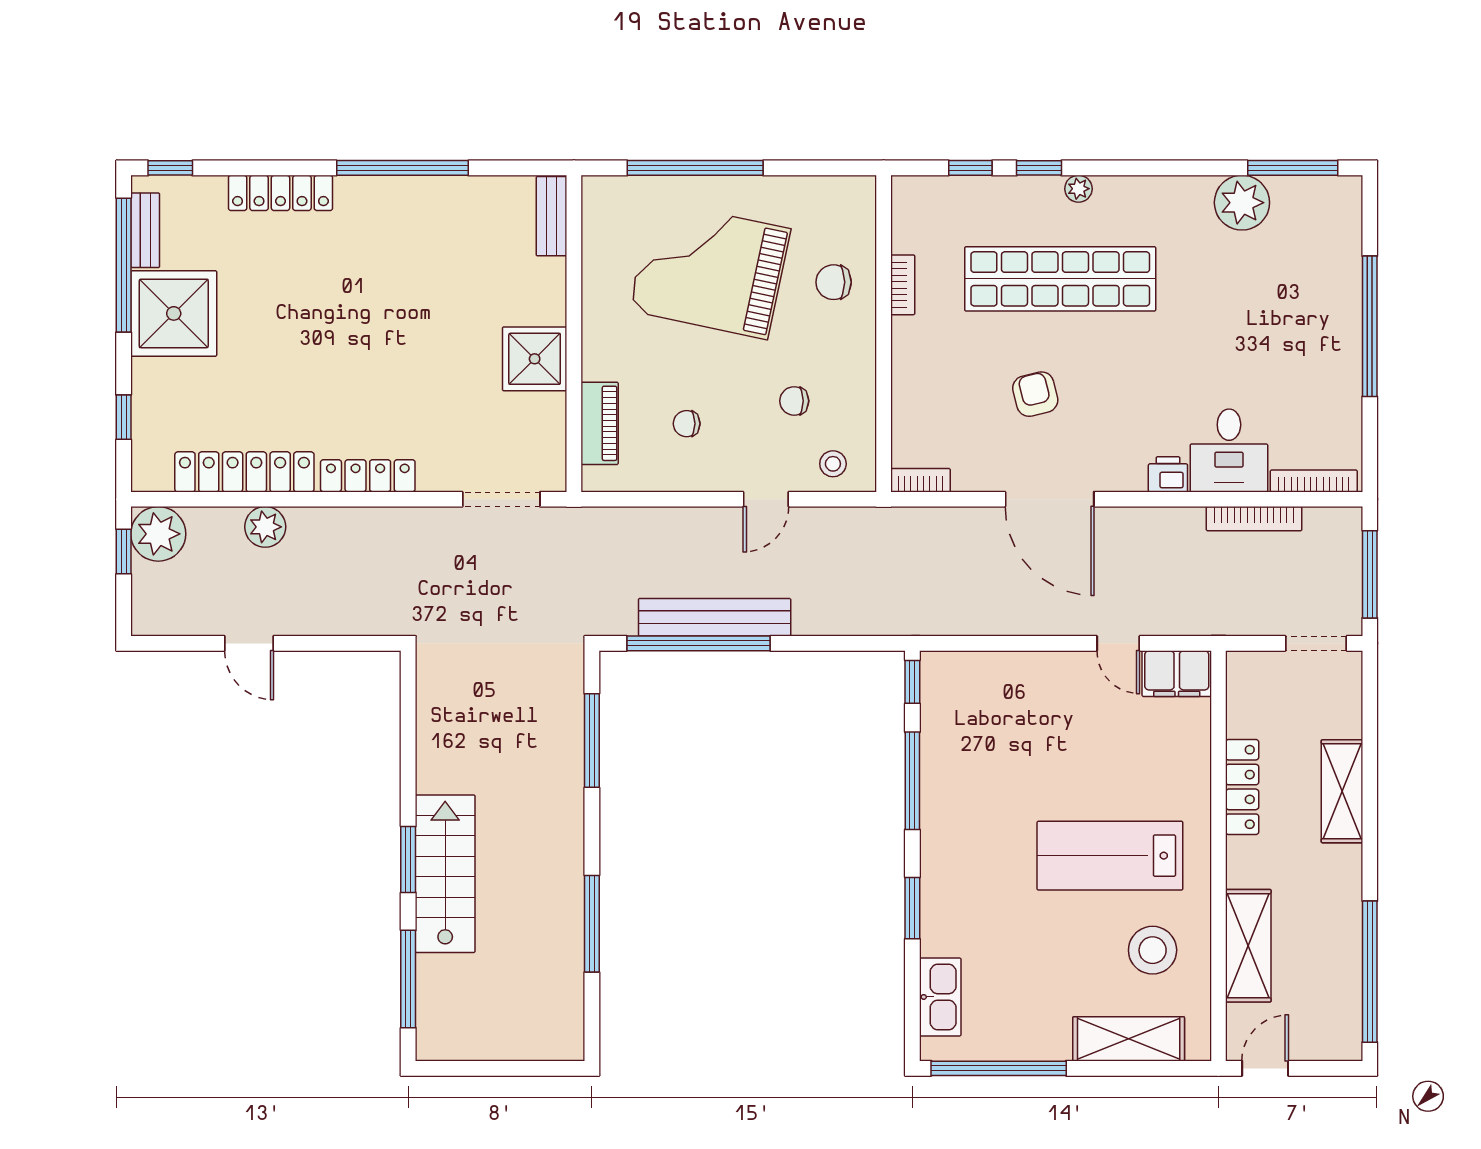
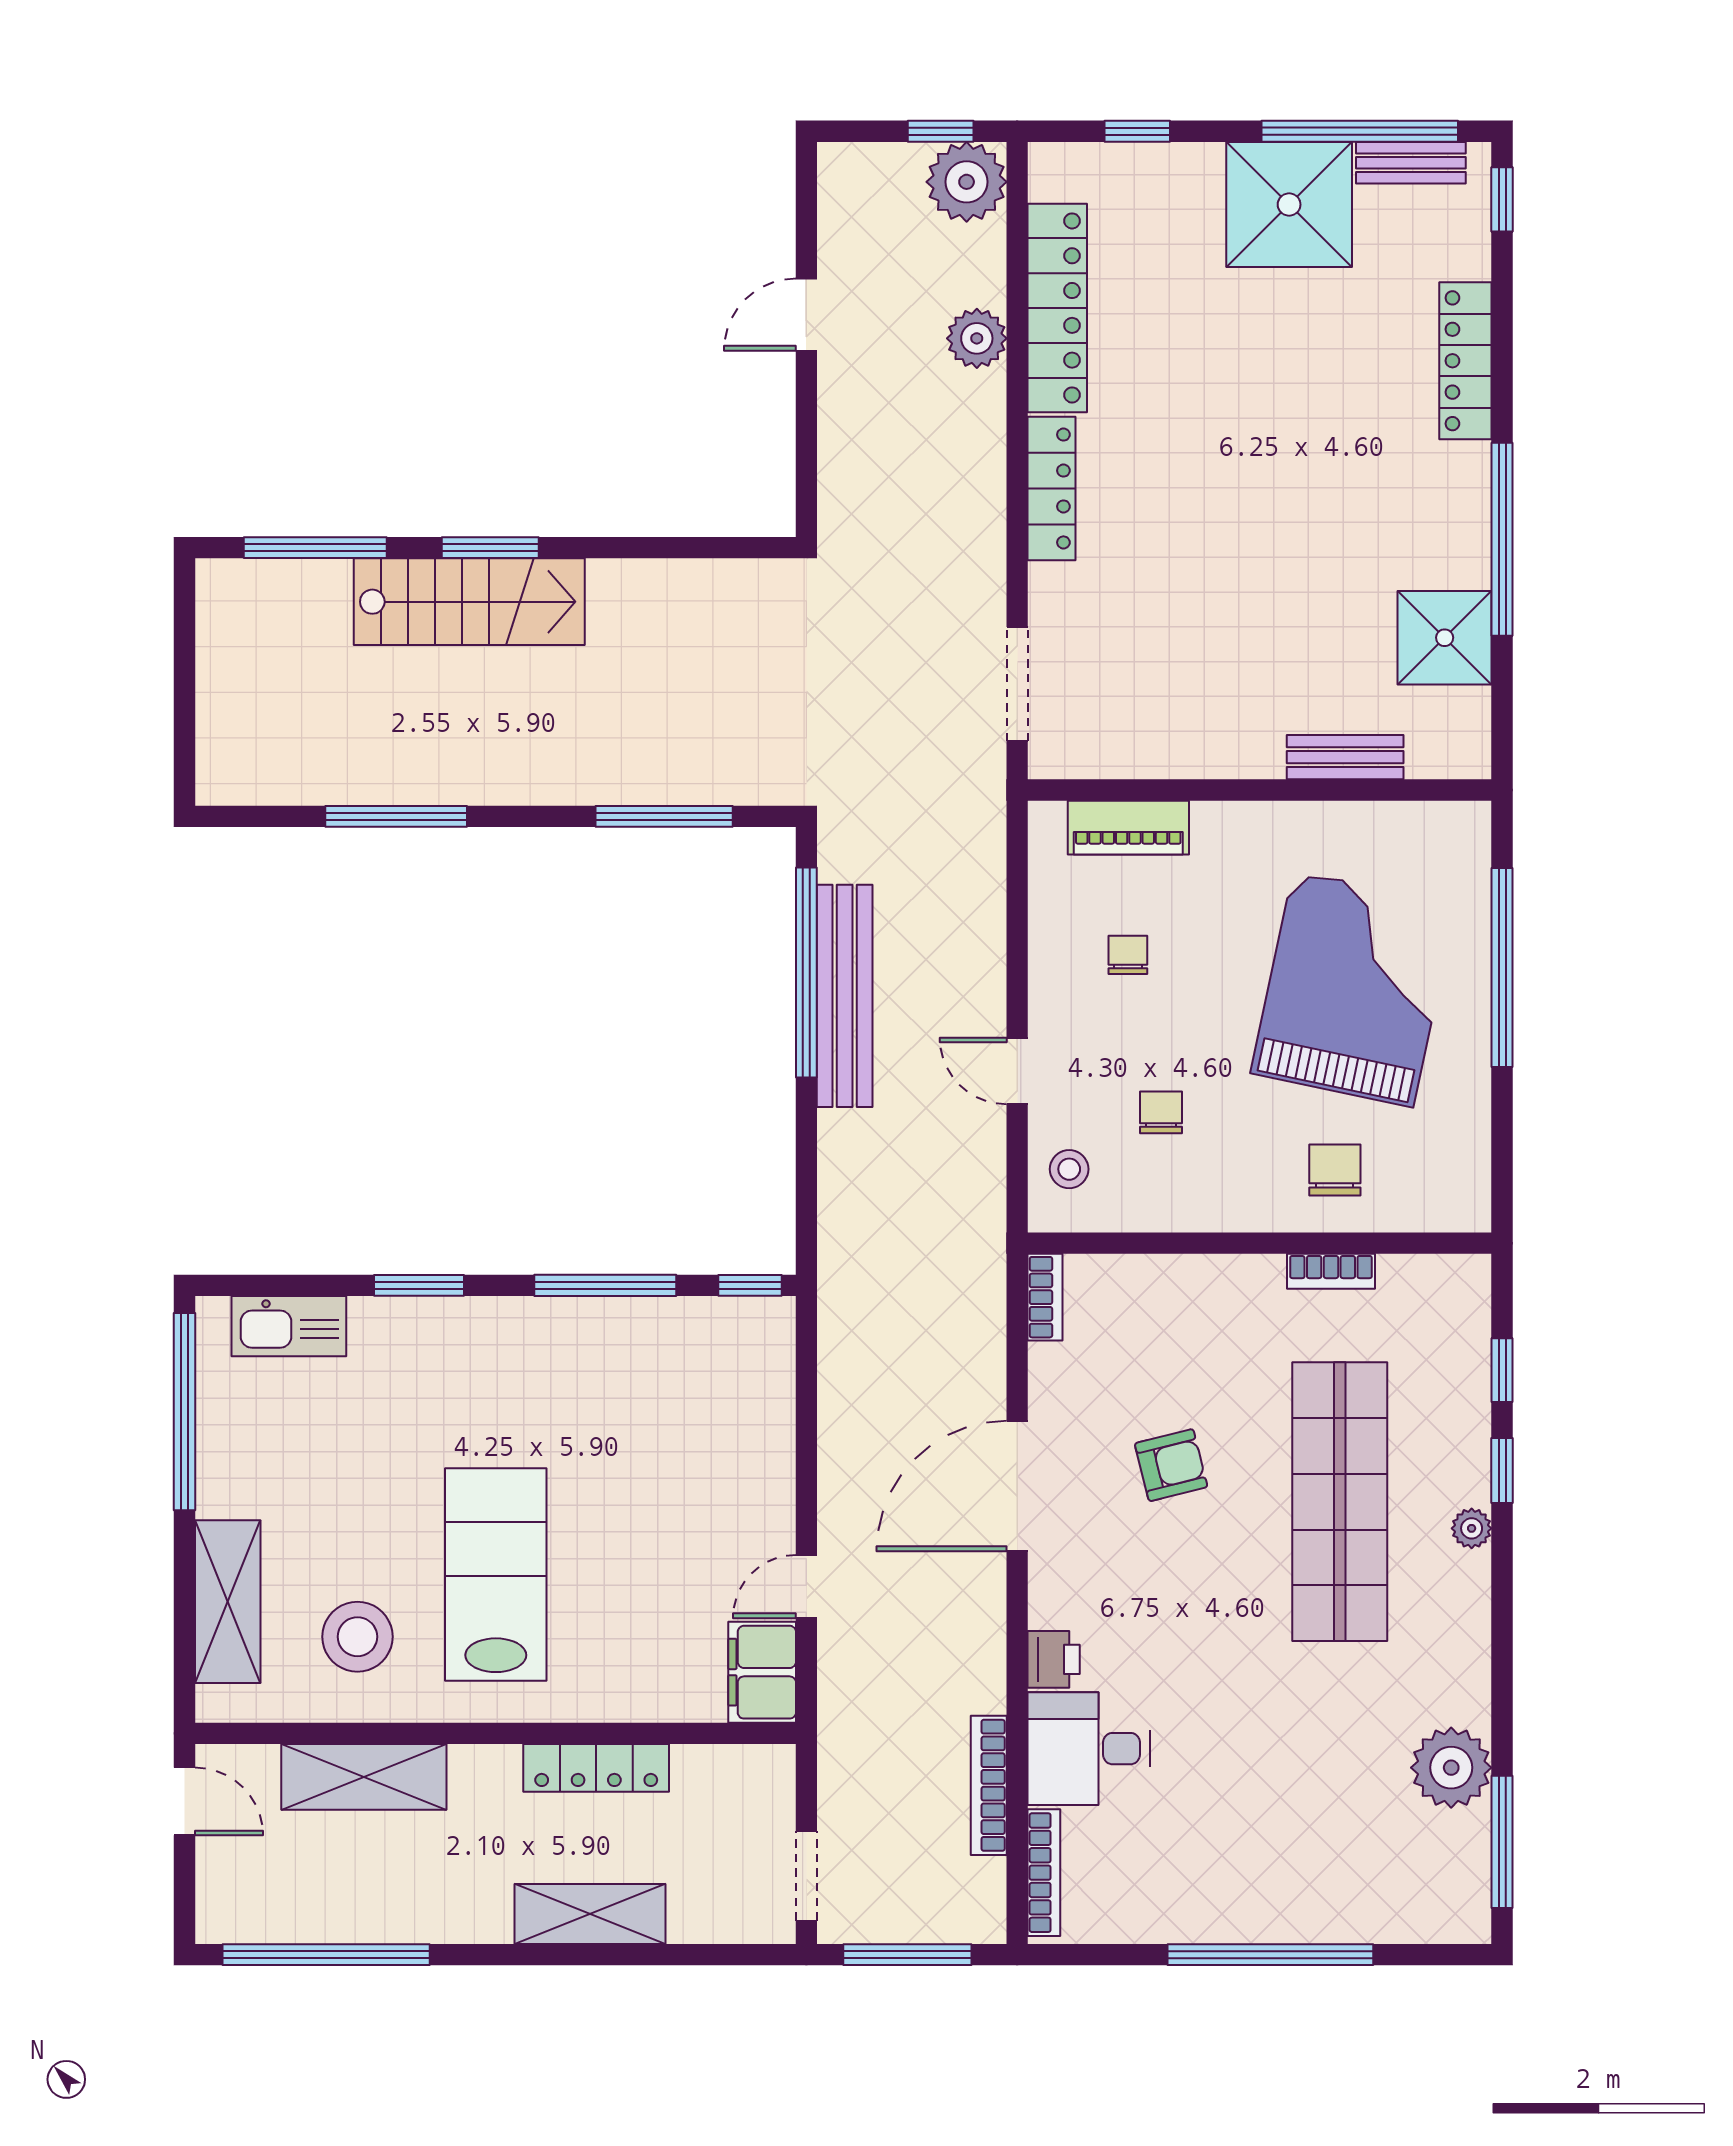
bench: (551, 216) -> (1345, 757), moved
shower: (535, 359) -> (1445, 638), moved

